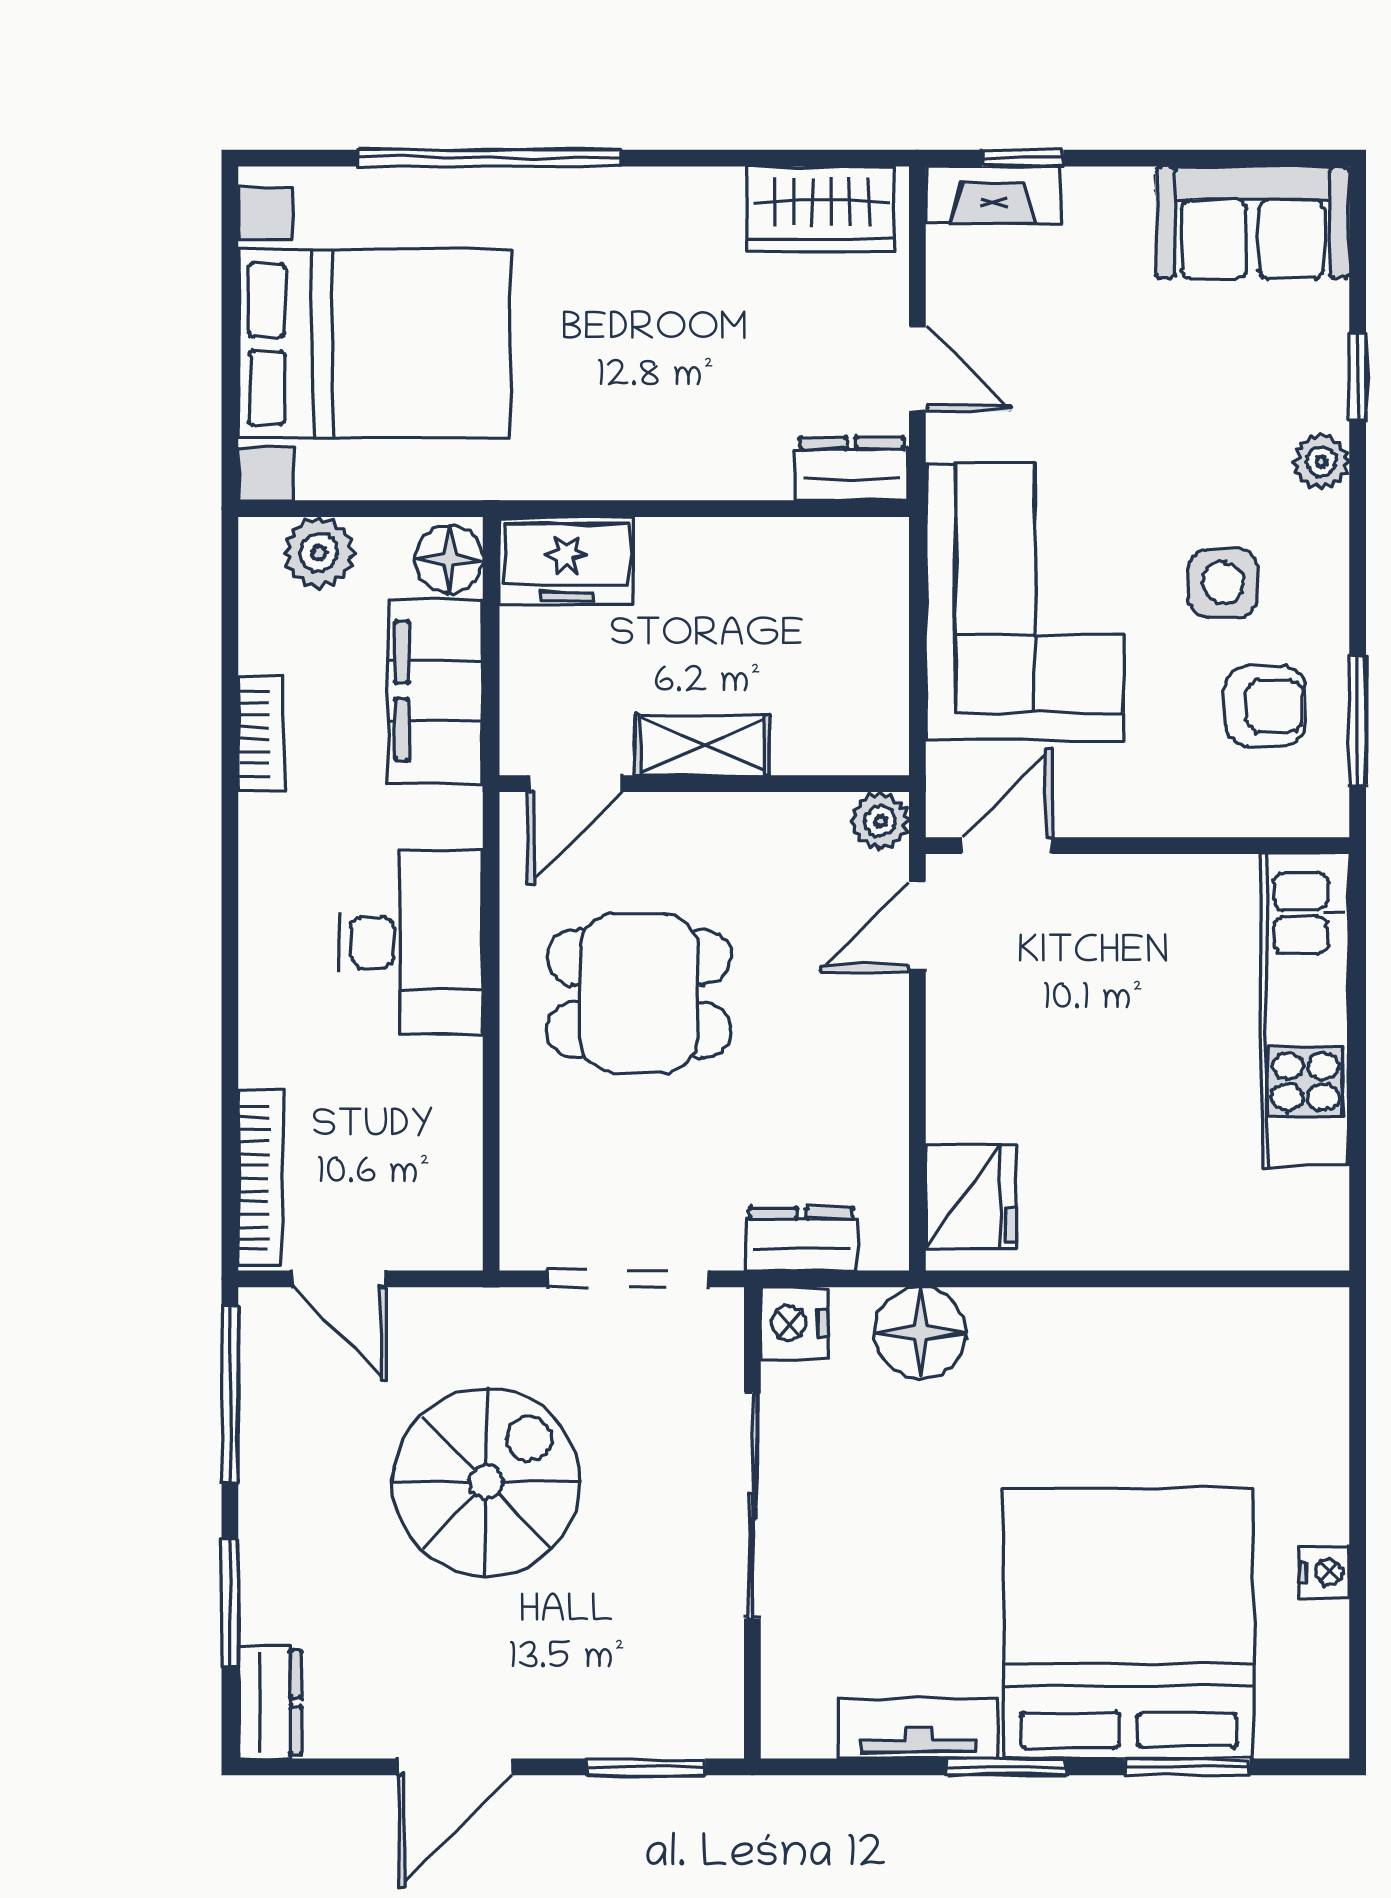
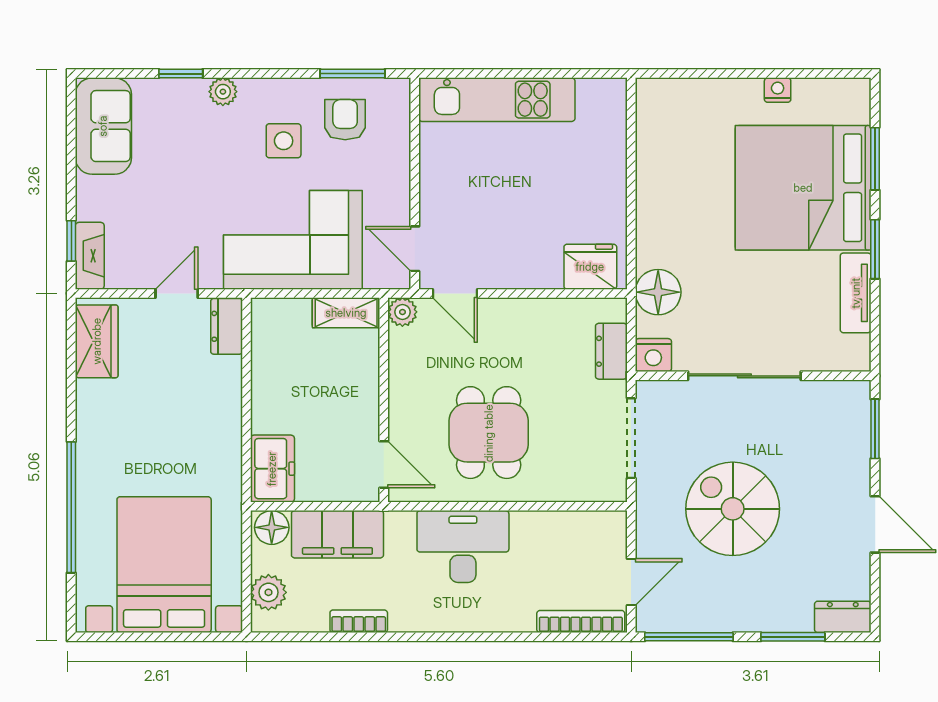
shelving: (703, 745) -> (346, 313), moved, turned 90

